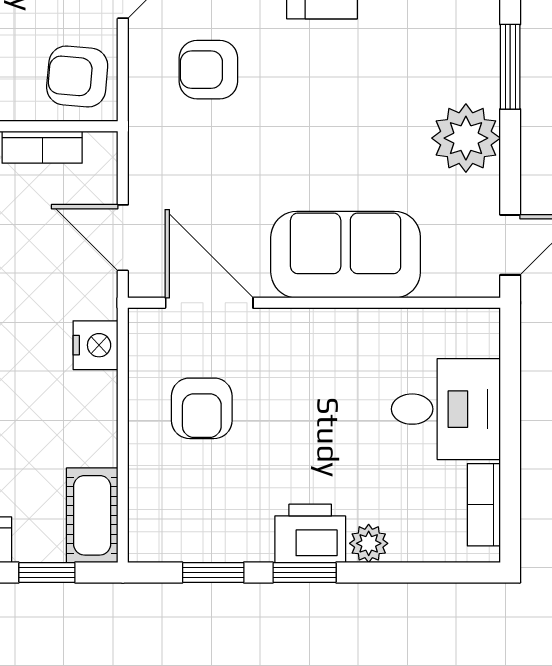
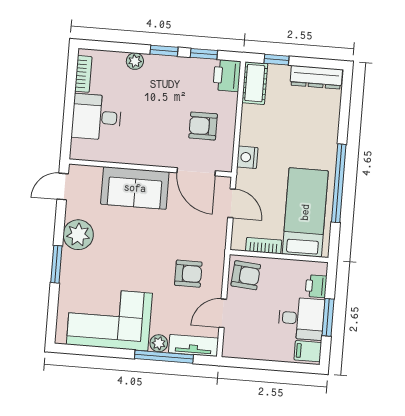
armchair: (202, 408) -> (203, 126), turned -90
printer: (310, 533) -> (227, 76), moved, turned 90

